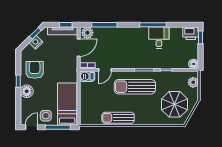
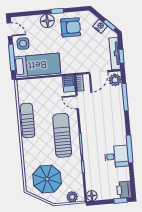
door: (79, 48) -> (98, 72), hinge flipped

